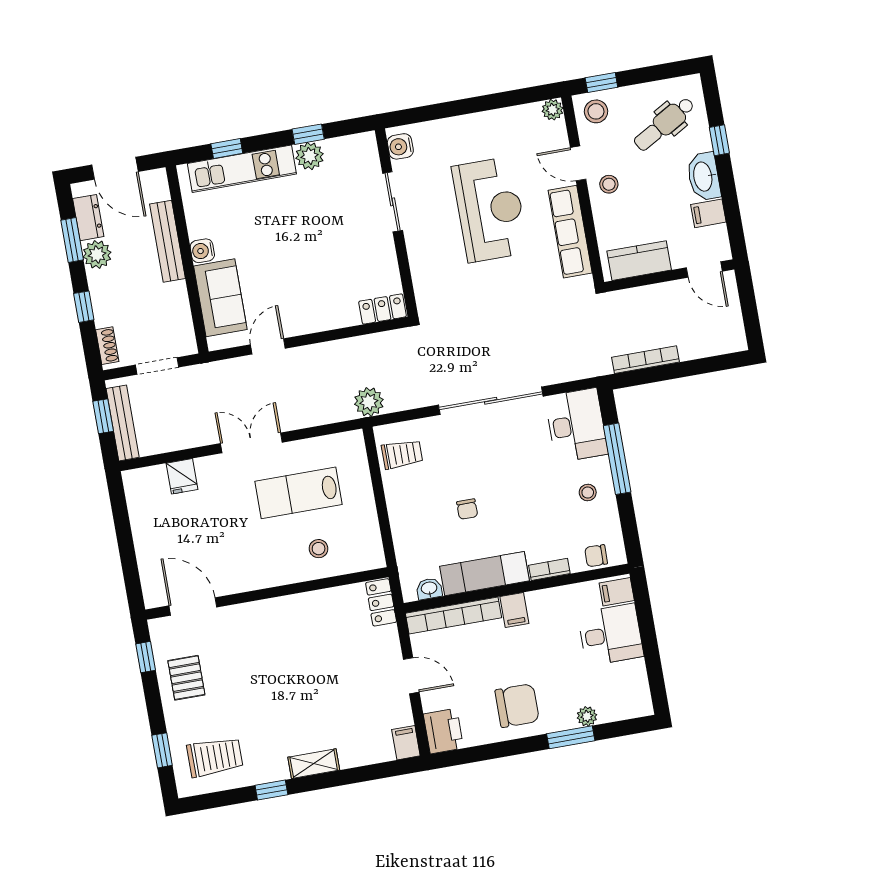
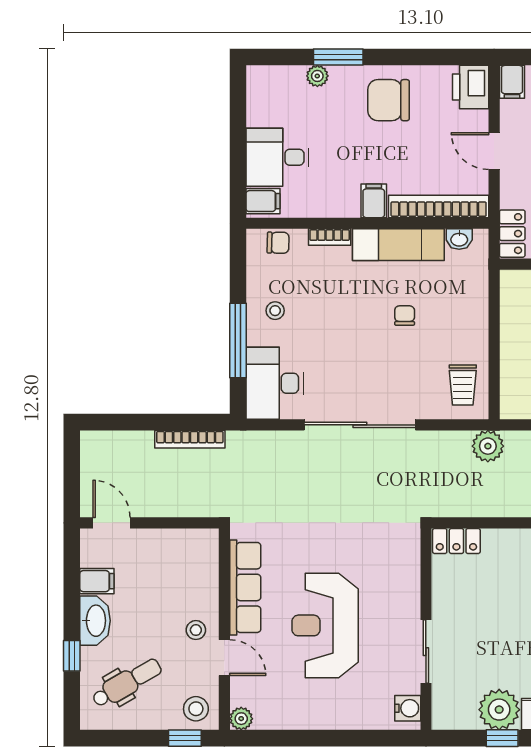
plant: (310, 156) -> (499, 710), width x1.36, depth x1.36
kitchen counter: (639, 261) -> (178, 544), removed
trolley: (402, 454) -> (463, 385), turned -90

